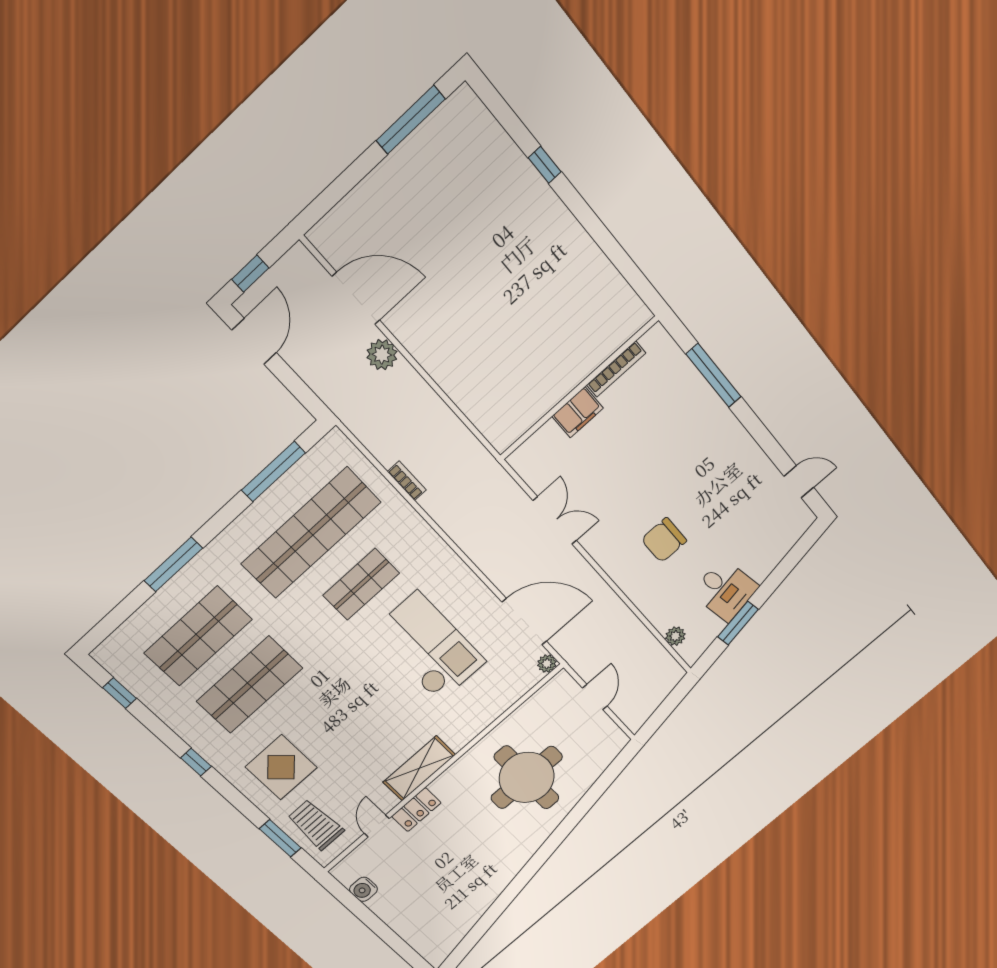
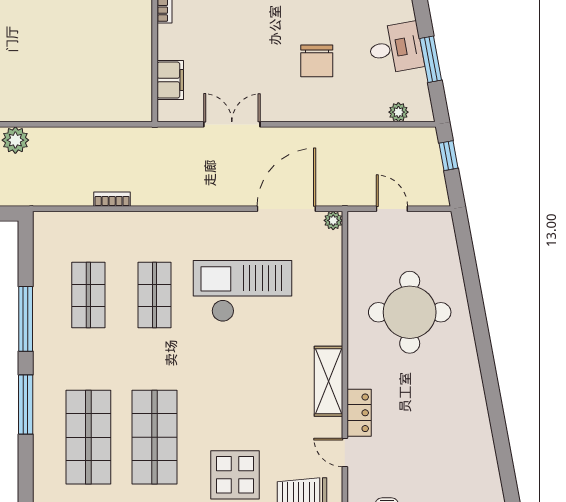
filing cabinet: (578, 412) -> (170, 80), moved
window: (273, 472) -> (26, 319), moved
shop shelf: (311, 533) -> (88, 295), width x0.50, depth x0.74
window: (673, 701) -> (448, 156), added

